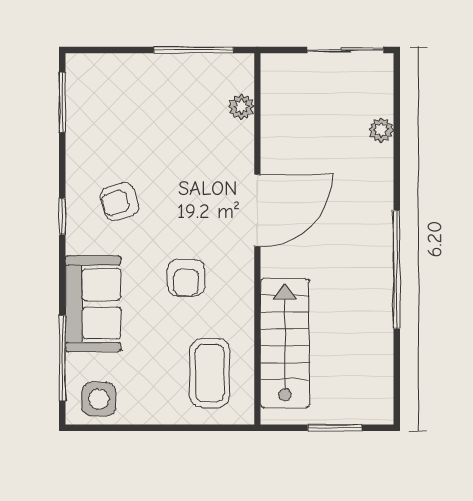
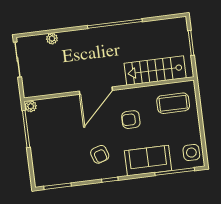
plant: (241, 107) -> (31, 106), moved
door: (257, 210) -> (96, 91), swing flipped
armchair: (186, 278) -> (131, 120), turned 180

